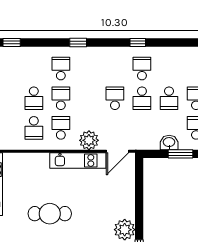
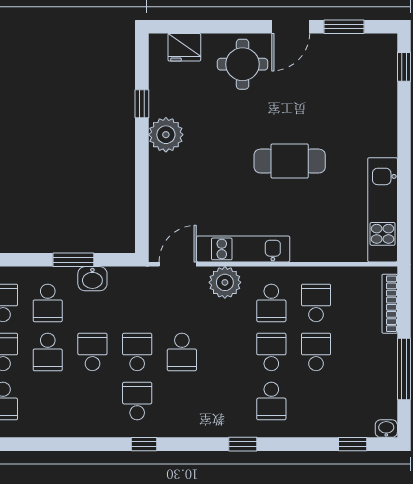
school desk: (142, 69) -> (137, 401), turned 180
school desk: (61, 98) -> (271, 352), turned 180

